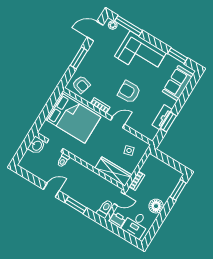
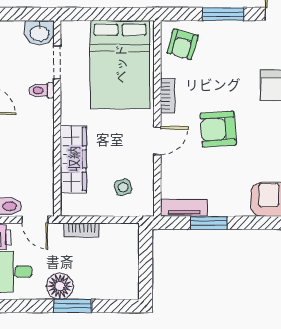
armchair: (129, 92) -> (218, 129), turned -92
tv unit: (162, 117) -> (184, 208), moved
door: (118, 122) -> (157, 141), hinge flipped
wardrobe: (113, 172) -> (73, 159), moved
window: (178, 190) -> (73, 306), moved

